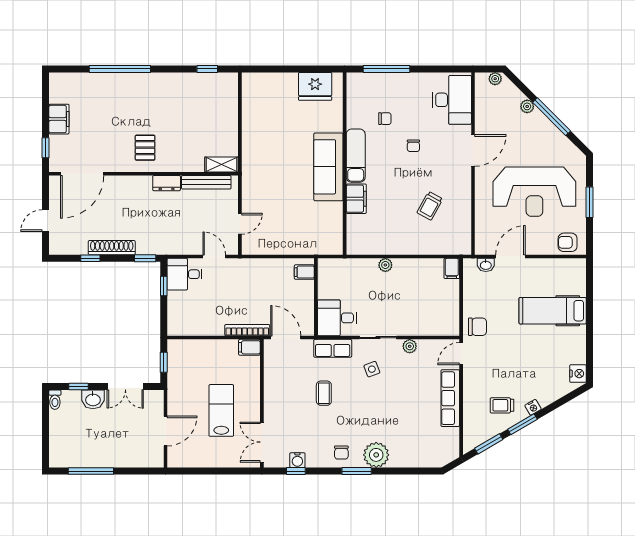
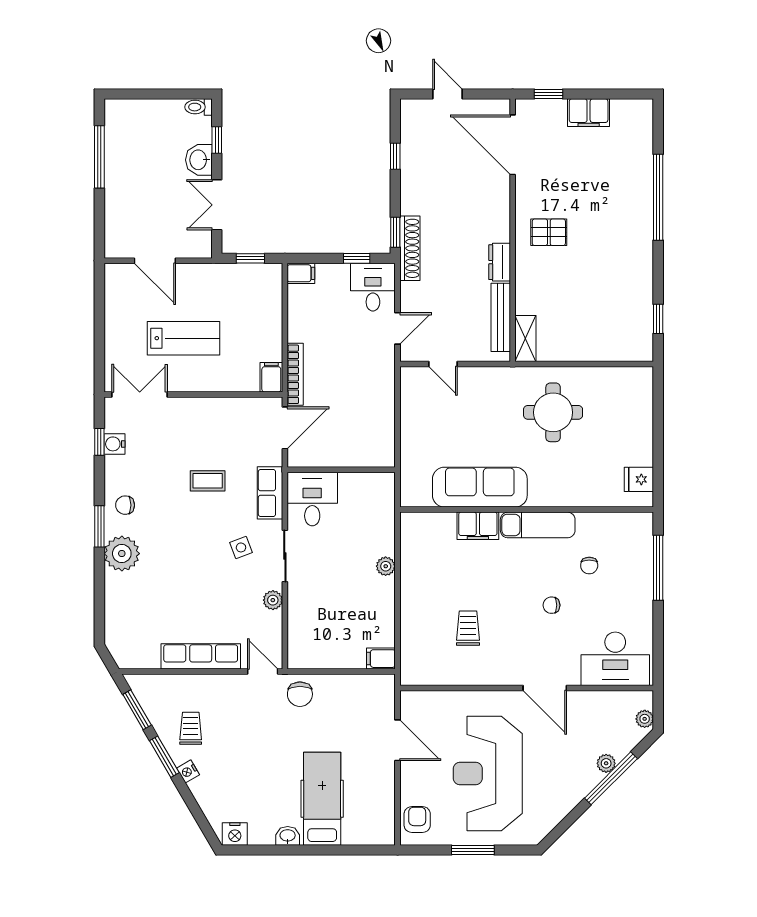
fridge: (315, 86) -> (639, 479), width x0.53, depth x0.75
window: (552, 117) -> (611, 778), moved
round table: (275, 145) -> (553, 412), added
sofa: (328, 167) -> (480, 487), moved
trolley: (430, 206) -> (468, 628), turned 61
shoe rack: (112, 248) -> (410, 248), moved
washbasin: (486, 265) -> (288, 836), moved, turned 90
filing cabinet: (304, 272) -> (301, 273), moved, turned 90

